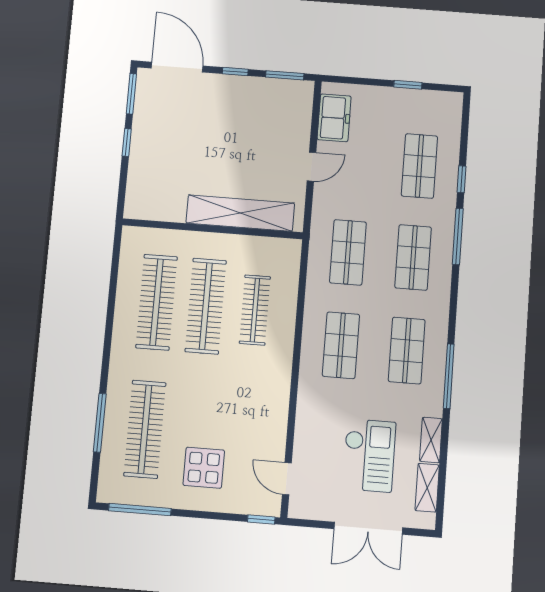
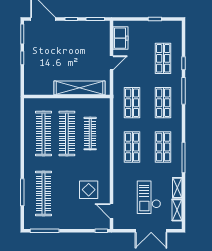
checkout: (369, 455) -> (149, 197), turned 180
display table: (204, 468) -> (89, 190), moved

